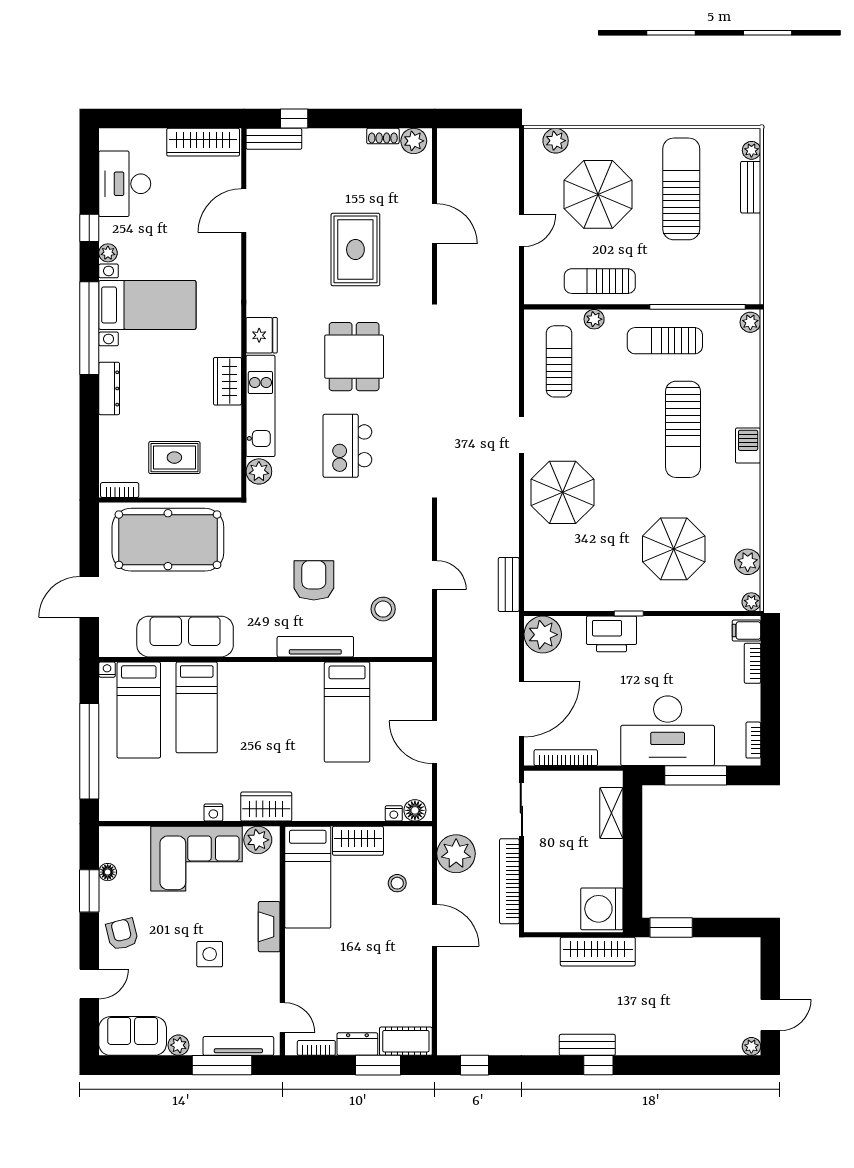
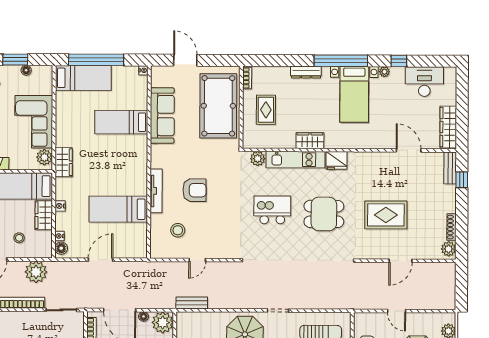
shoe rack: (383, 136) -> (452, 227), width x1.43
floor lamp: (532, 668) -> (144, 316), added
bed: (139, 710) -> (83, 78), moved, turned 180
nightstand: (213, 813) -> (60, 206), moved

